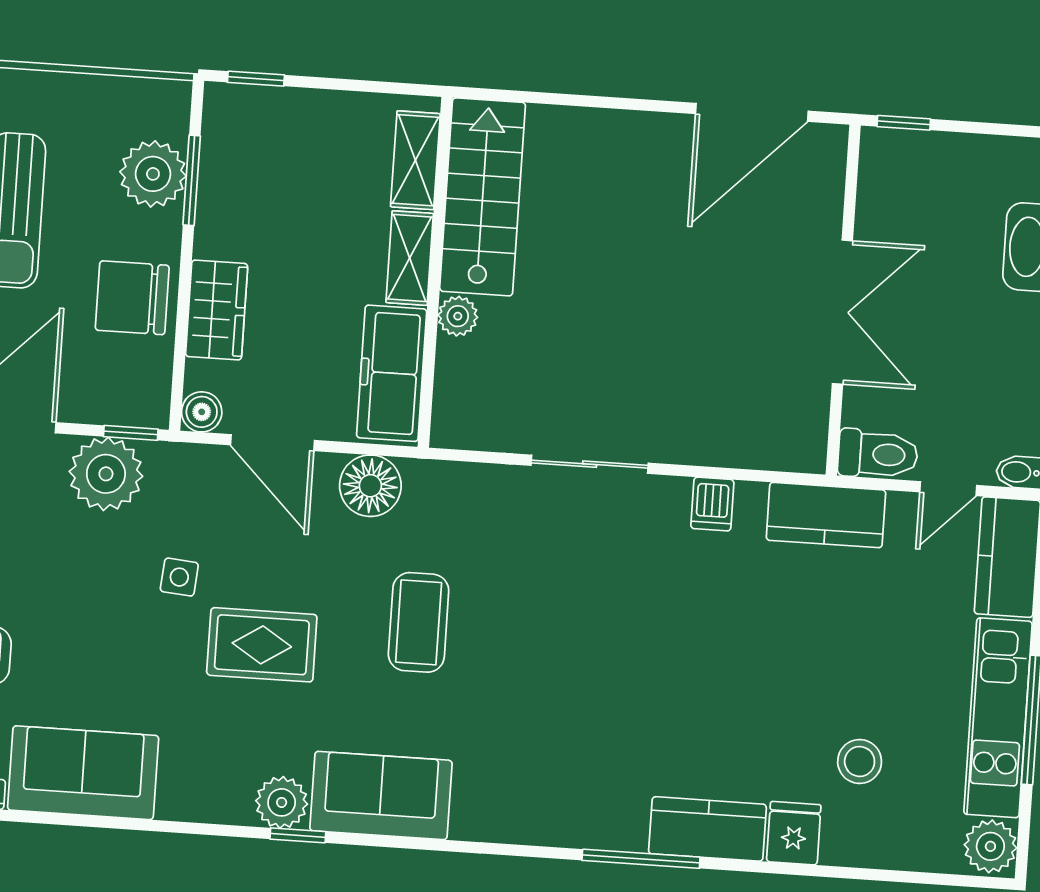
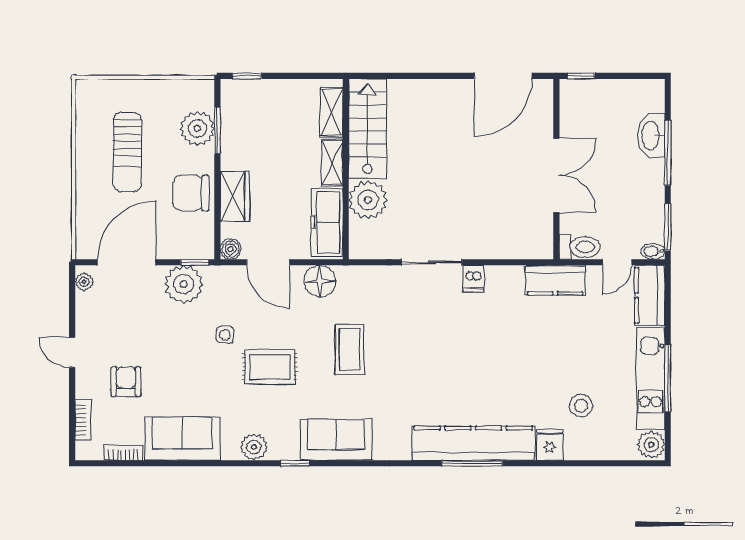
plant: (458, 316) -> (368, 200), width x1.88, depth x1.88
dishwasher: (712, 504) -> (473, 279), moved
plant: (282, 802) -> (254, 447), moved
kitchen counter: (707, 829) -> (473, 443), width x2.08, depth x1.17

